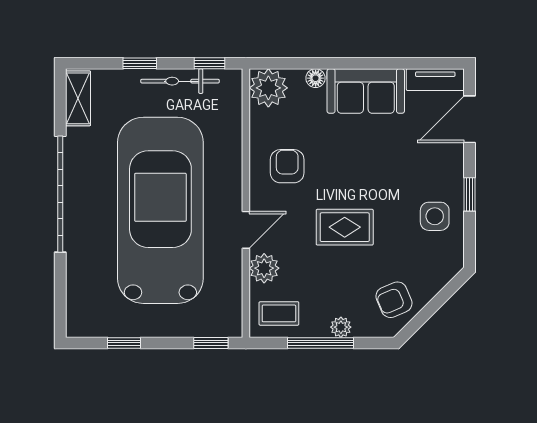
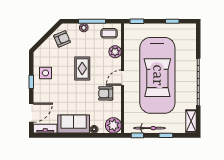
armchair: (287, 166) -> (106, 93), turned 90
rug: (345, 227) -> (82, 68), turned 90
door: (246, 230) -> (122, 78), moved

